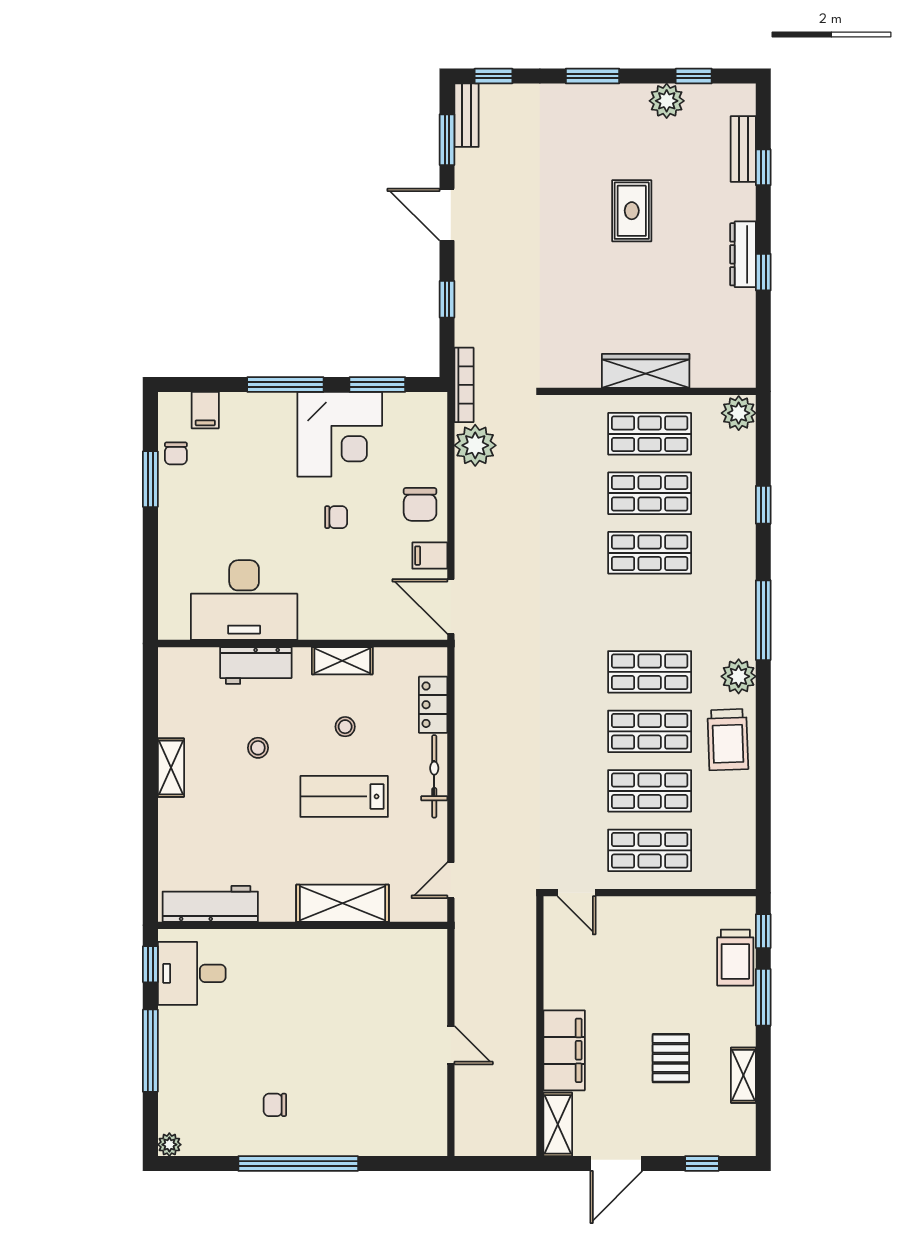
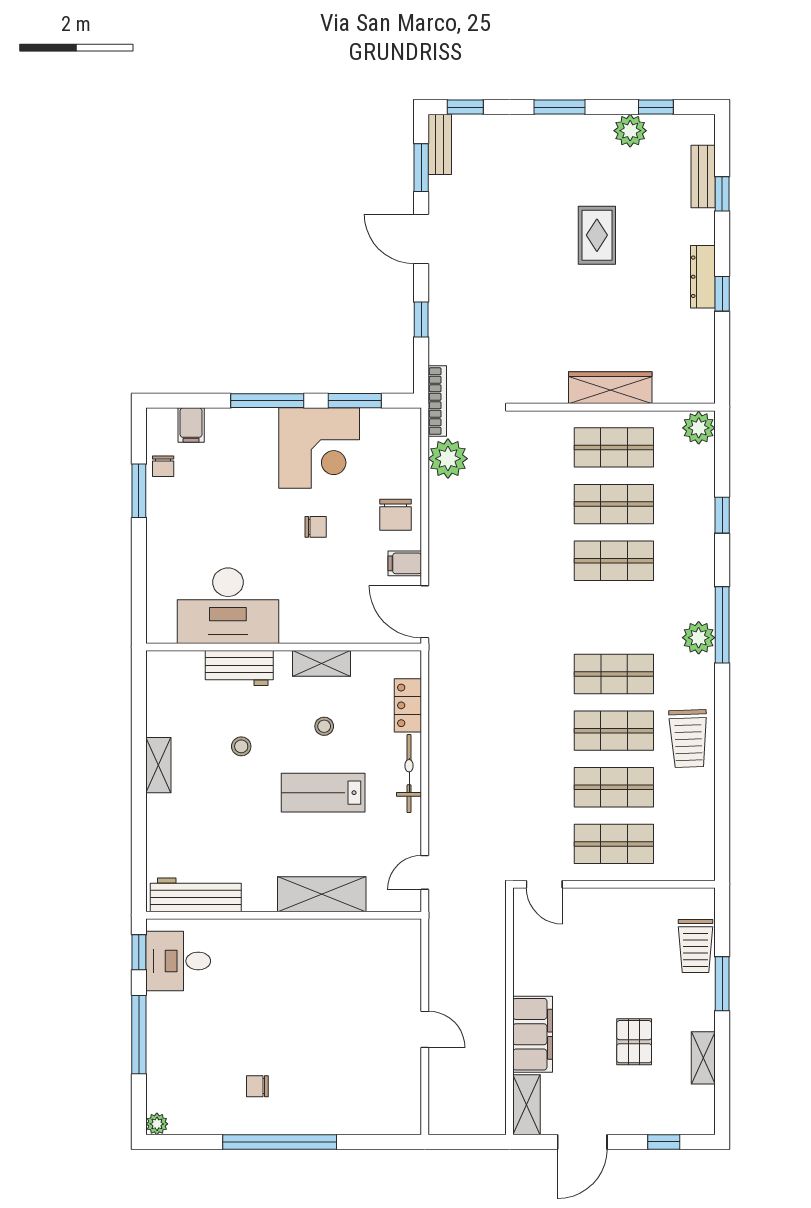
plant: (739, 676) -> (699, 638), moved
window: (763, 931) -> (722, 921), removed

